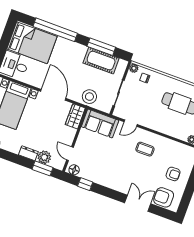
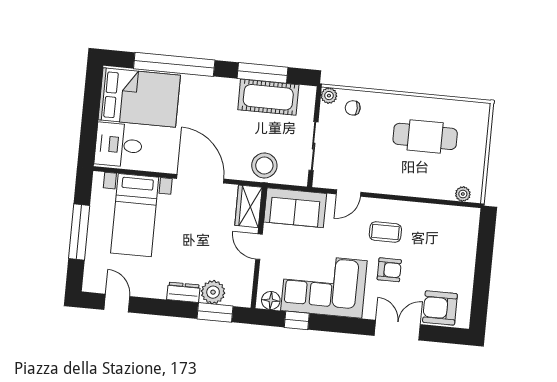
door: (70, 154) -> (259, 247), moved
corner sofa: (105, 169) -> (324, 286), added
armchair: (173, 174) -> (389, 270), moved

